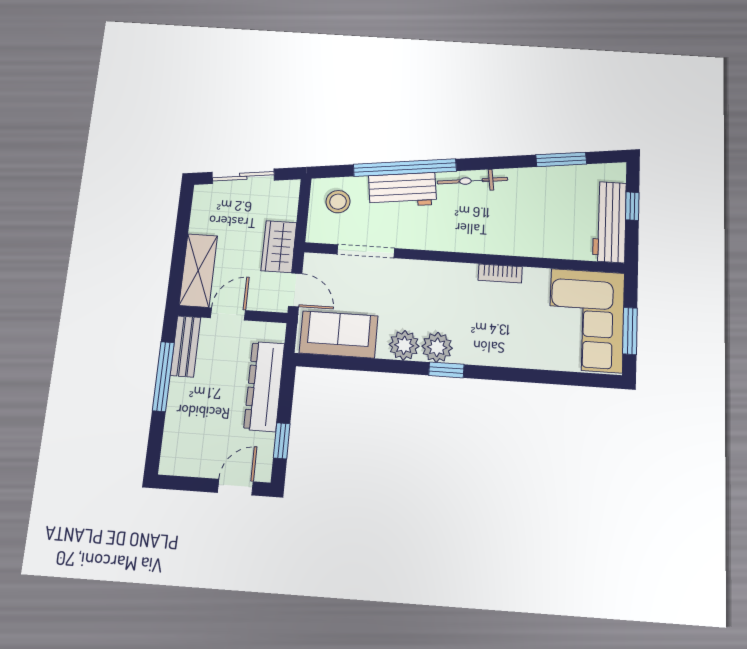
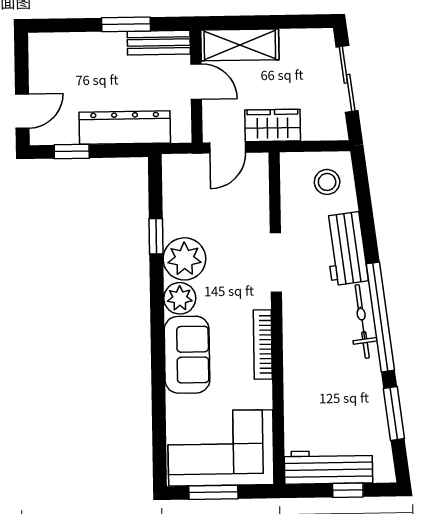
window: (405, 168) -> (380, 317), moved
doorway: (366, 251) -> (276, 262), moved
bookcase: (500, 273) -> (263, 345), width x1.56
sofa: (339, 334) -> (187, 355), moved
plant: (404, 345) -> (184, 259), width x1.36, depth x1.36
window: (446, 370) -> (156, 236), moved
window: (163, 376) -> (126, 24), width x0.69
door: (235, 487) -> (22, 111), hinge flipped

